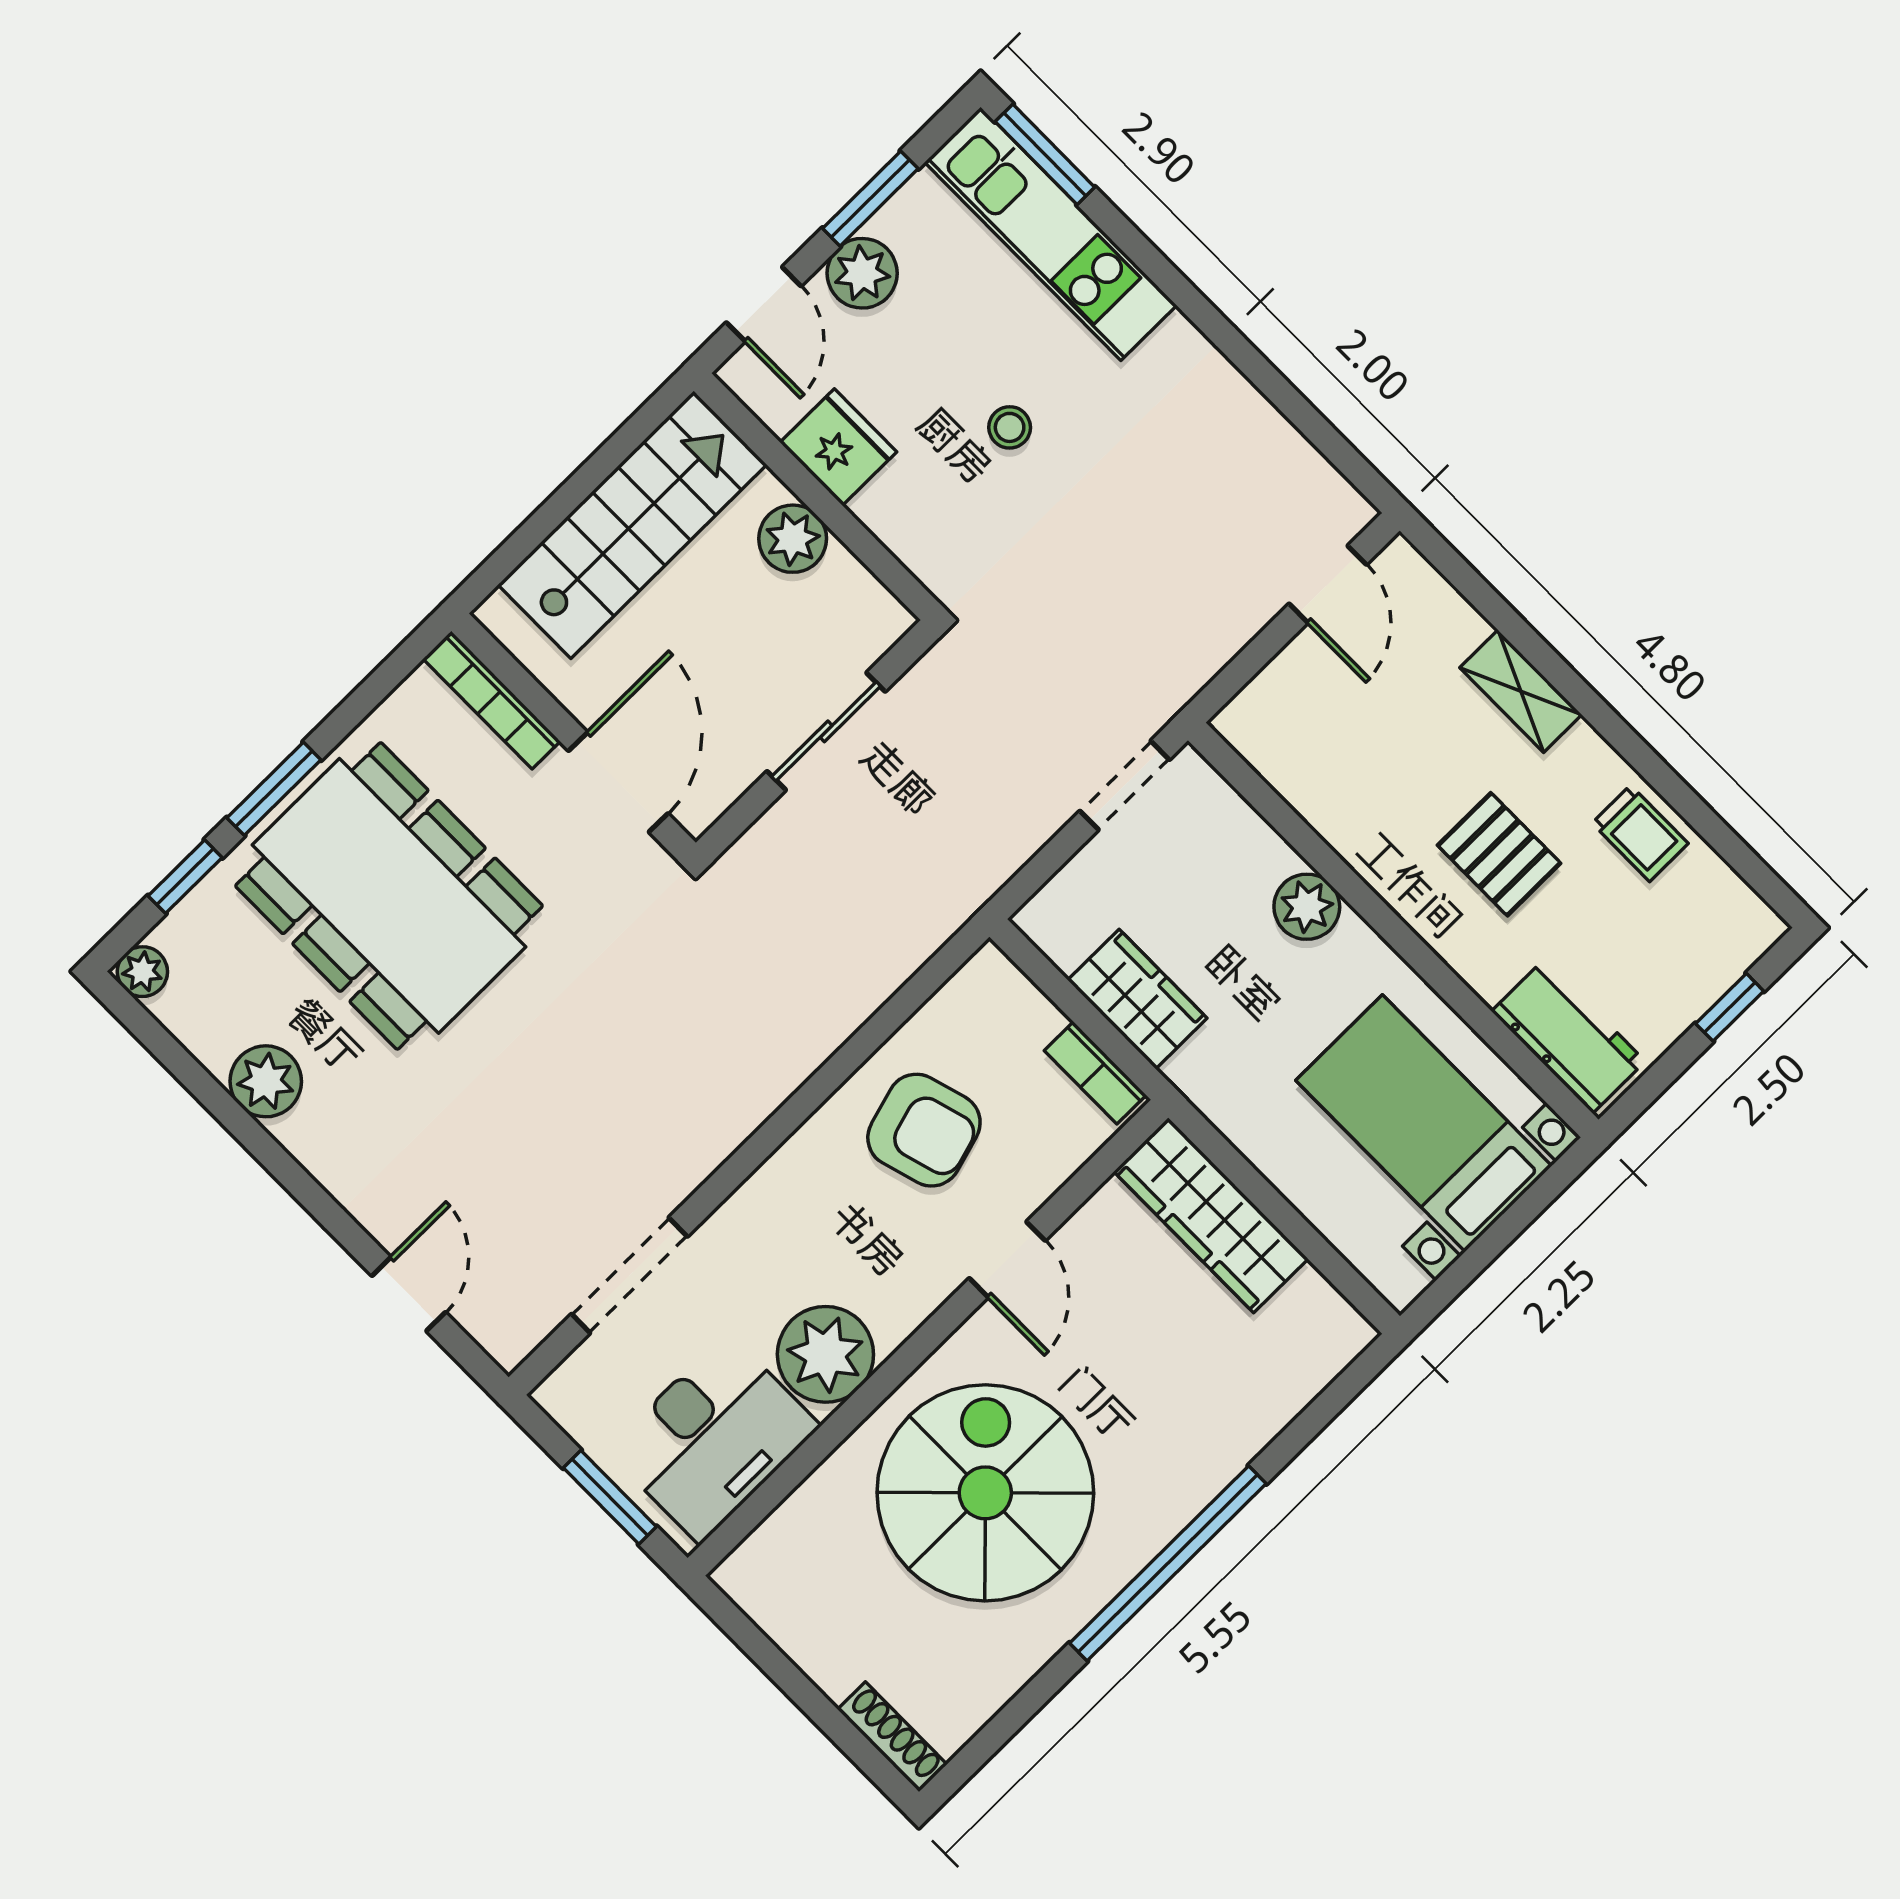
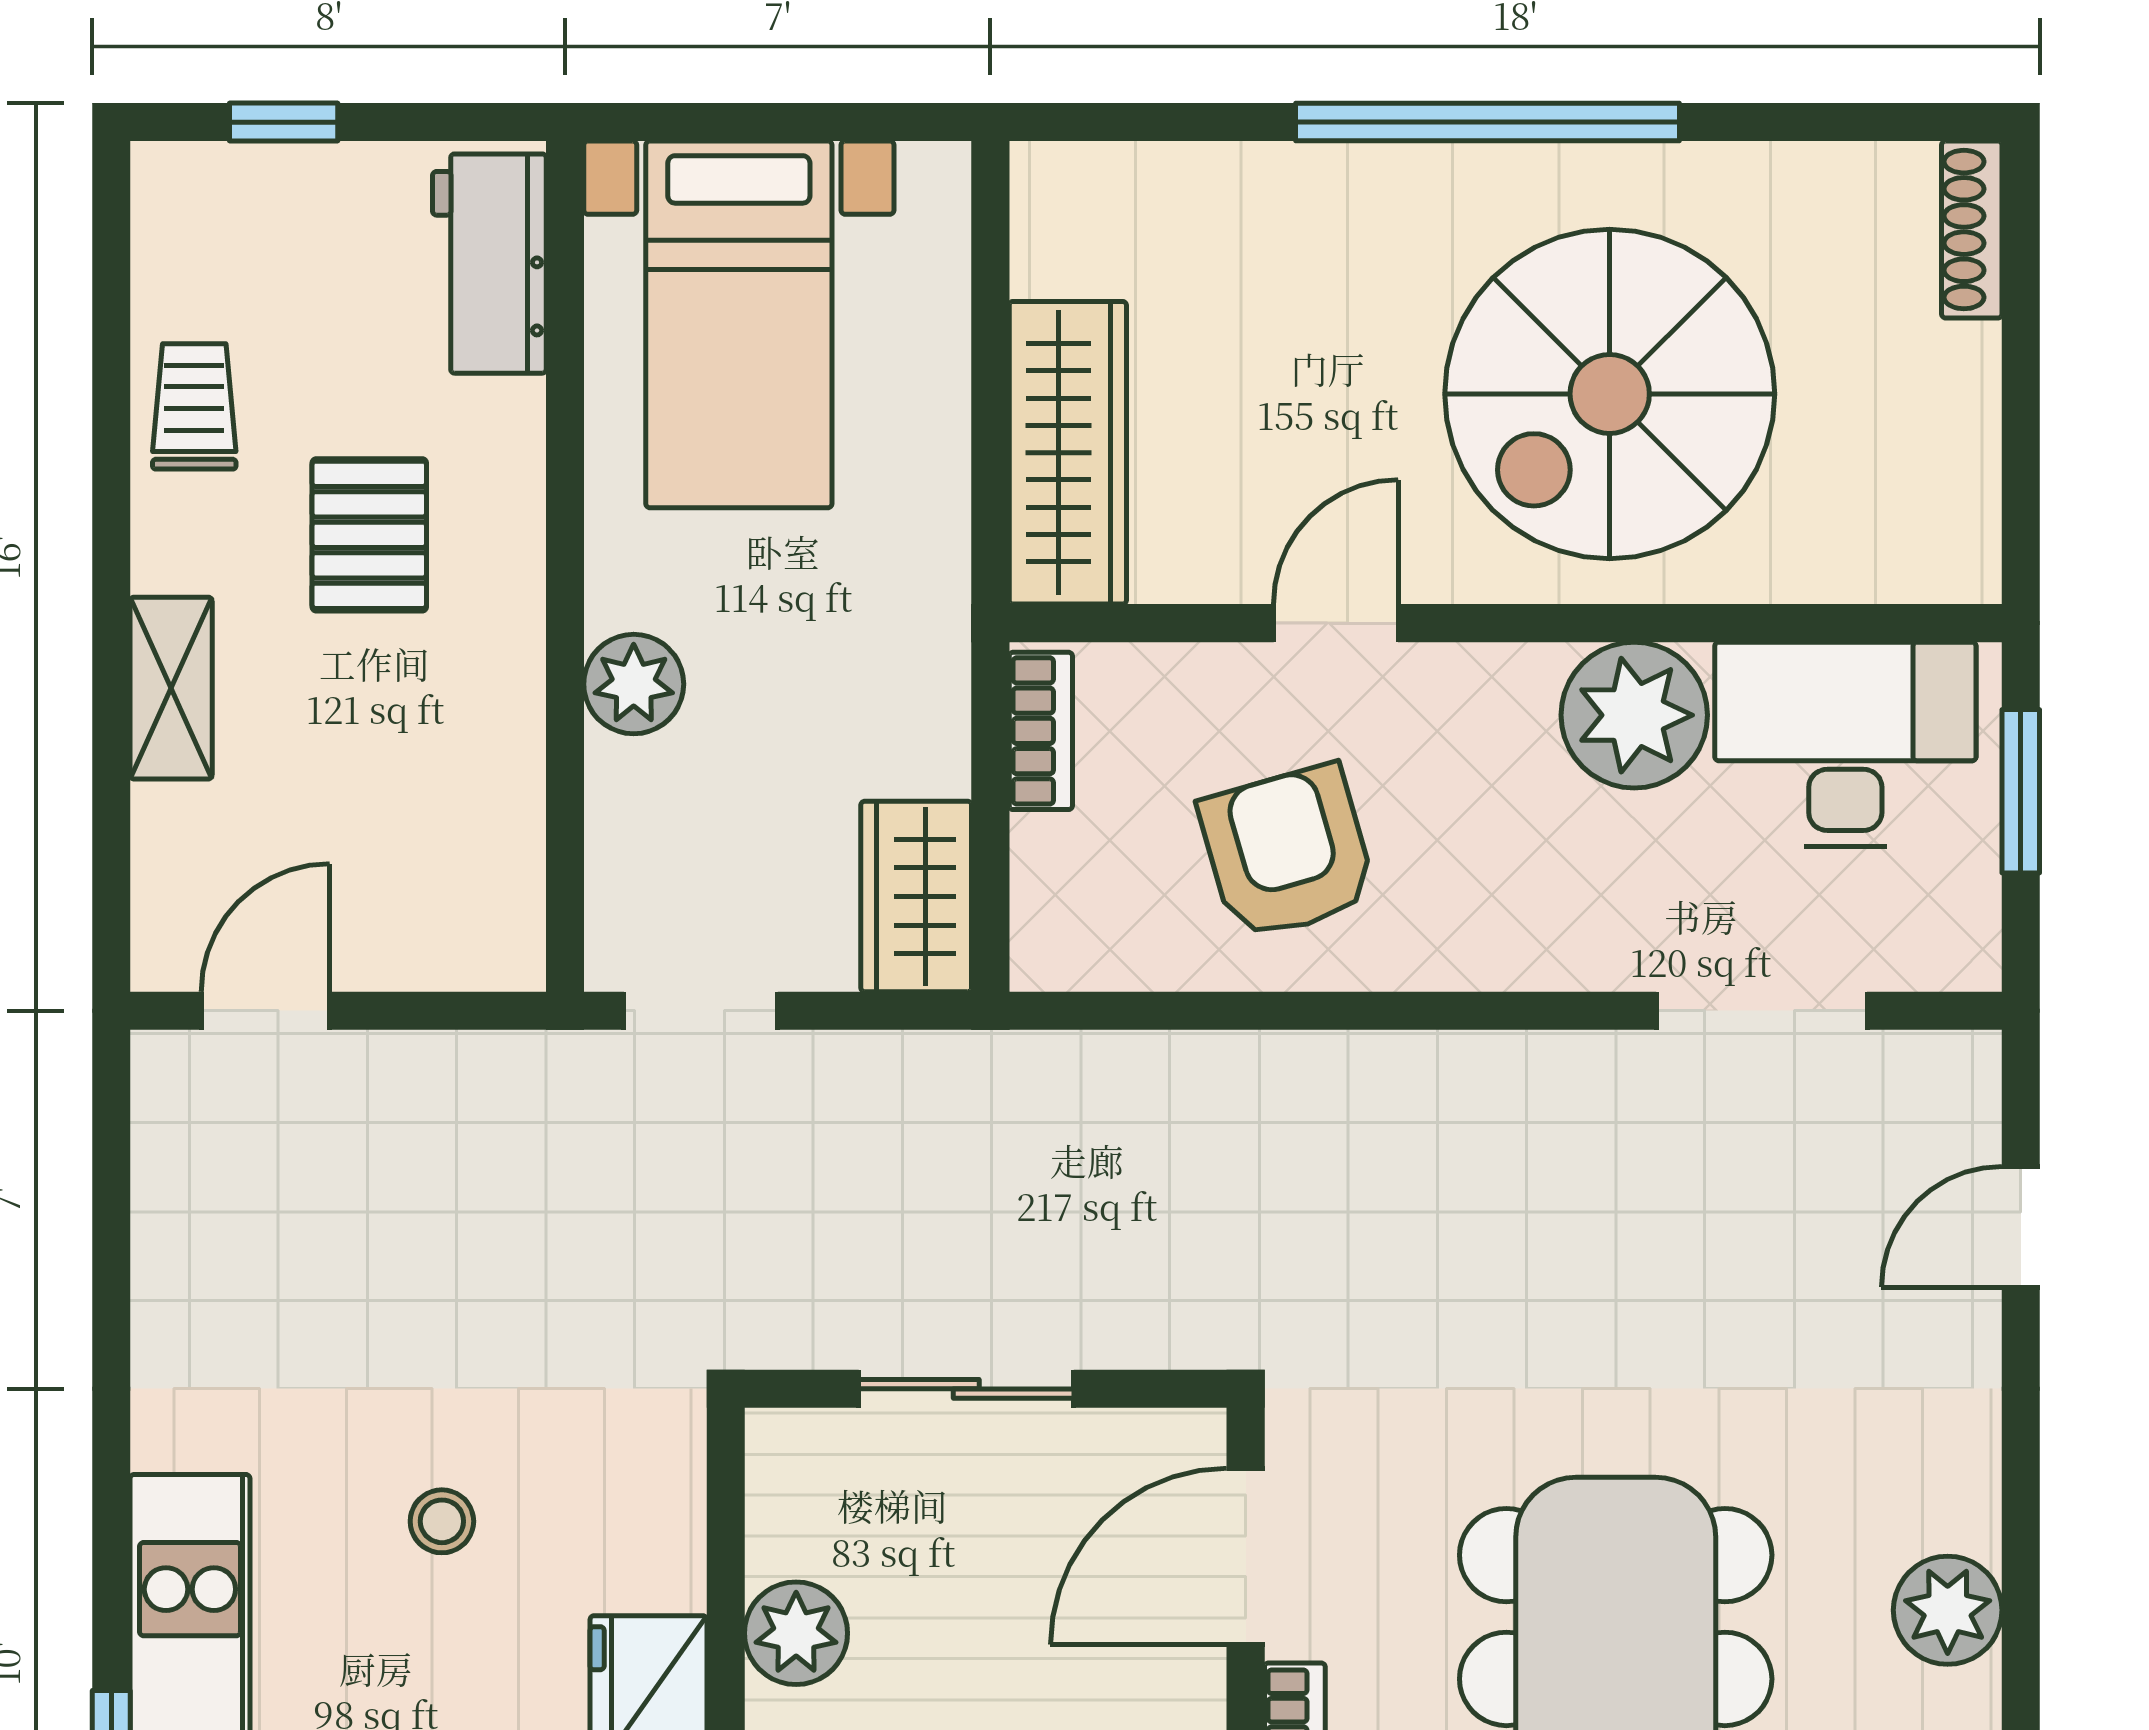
wardrobe: (1137, 999) -> (916, 896), moved

